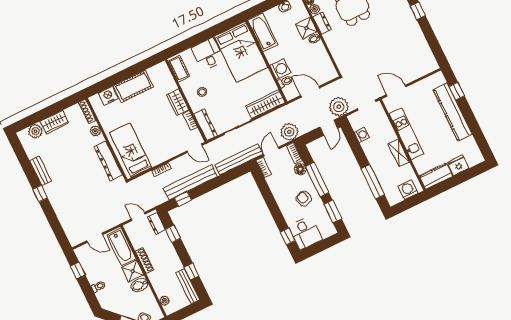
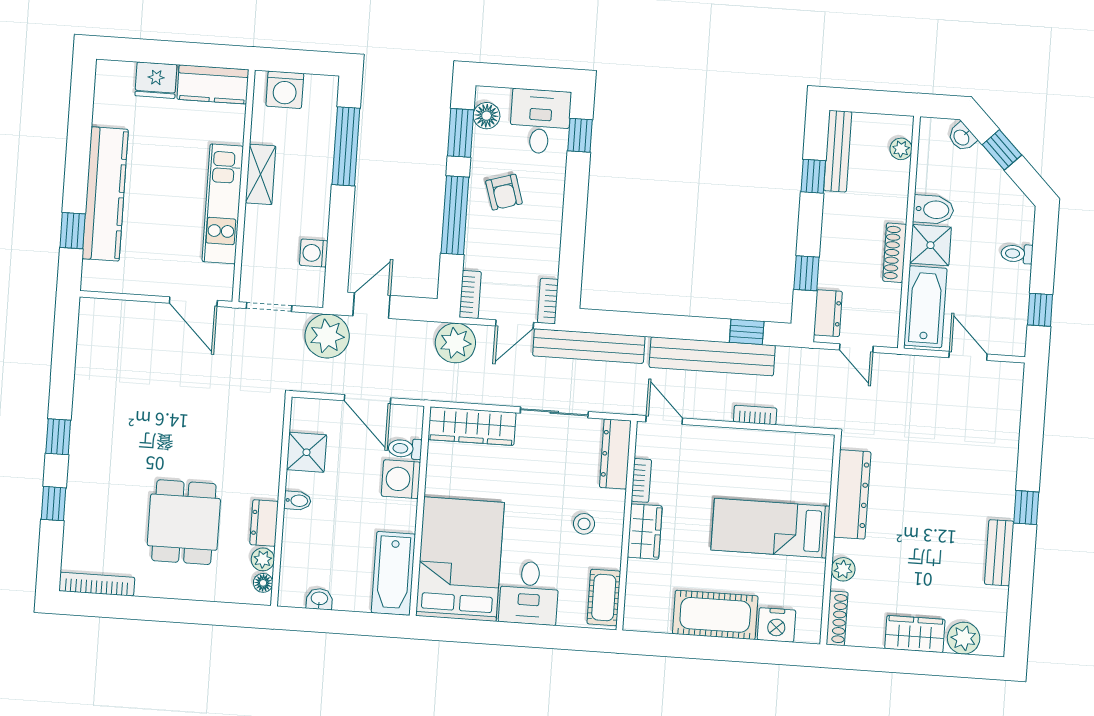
shower: (306, 28) -> (307, 452), moved
bed: (131, 150) -> (770, 528), moved, turned 90
floor lamp: (300, 169) -> (487, 116), moved

